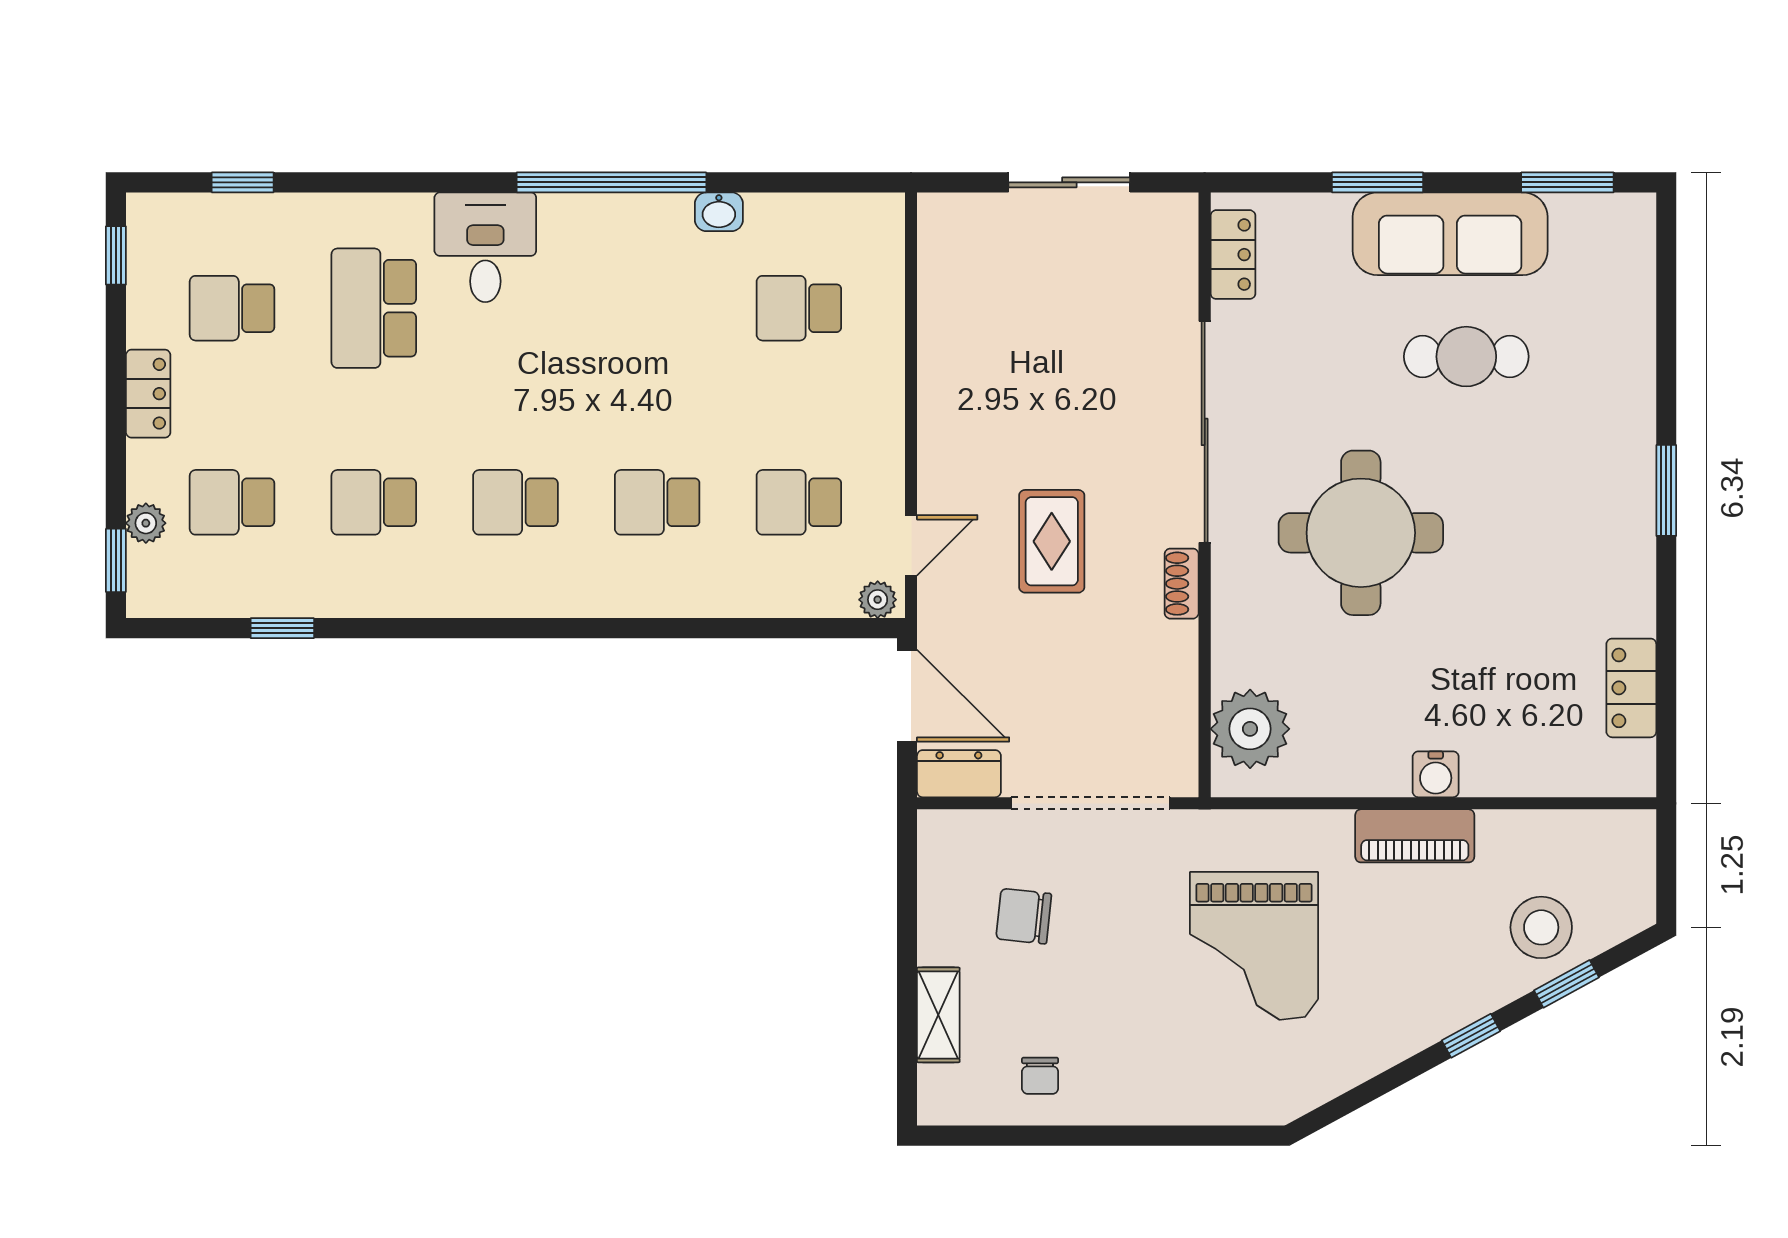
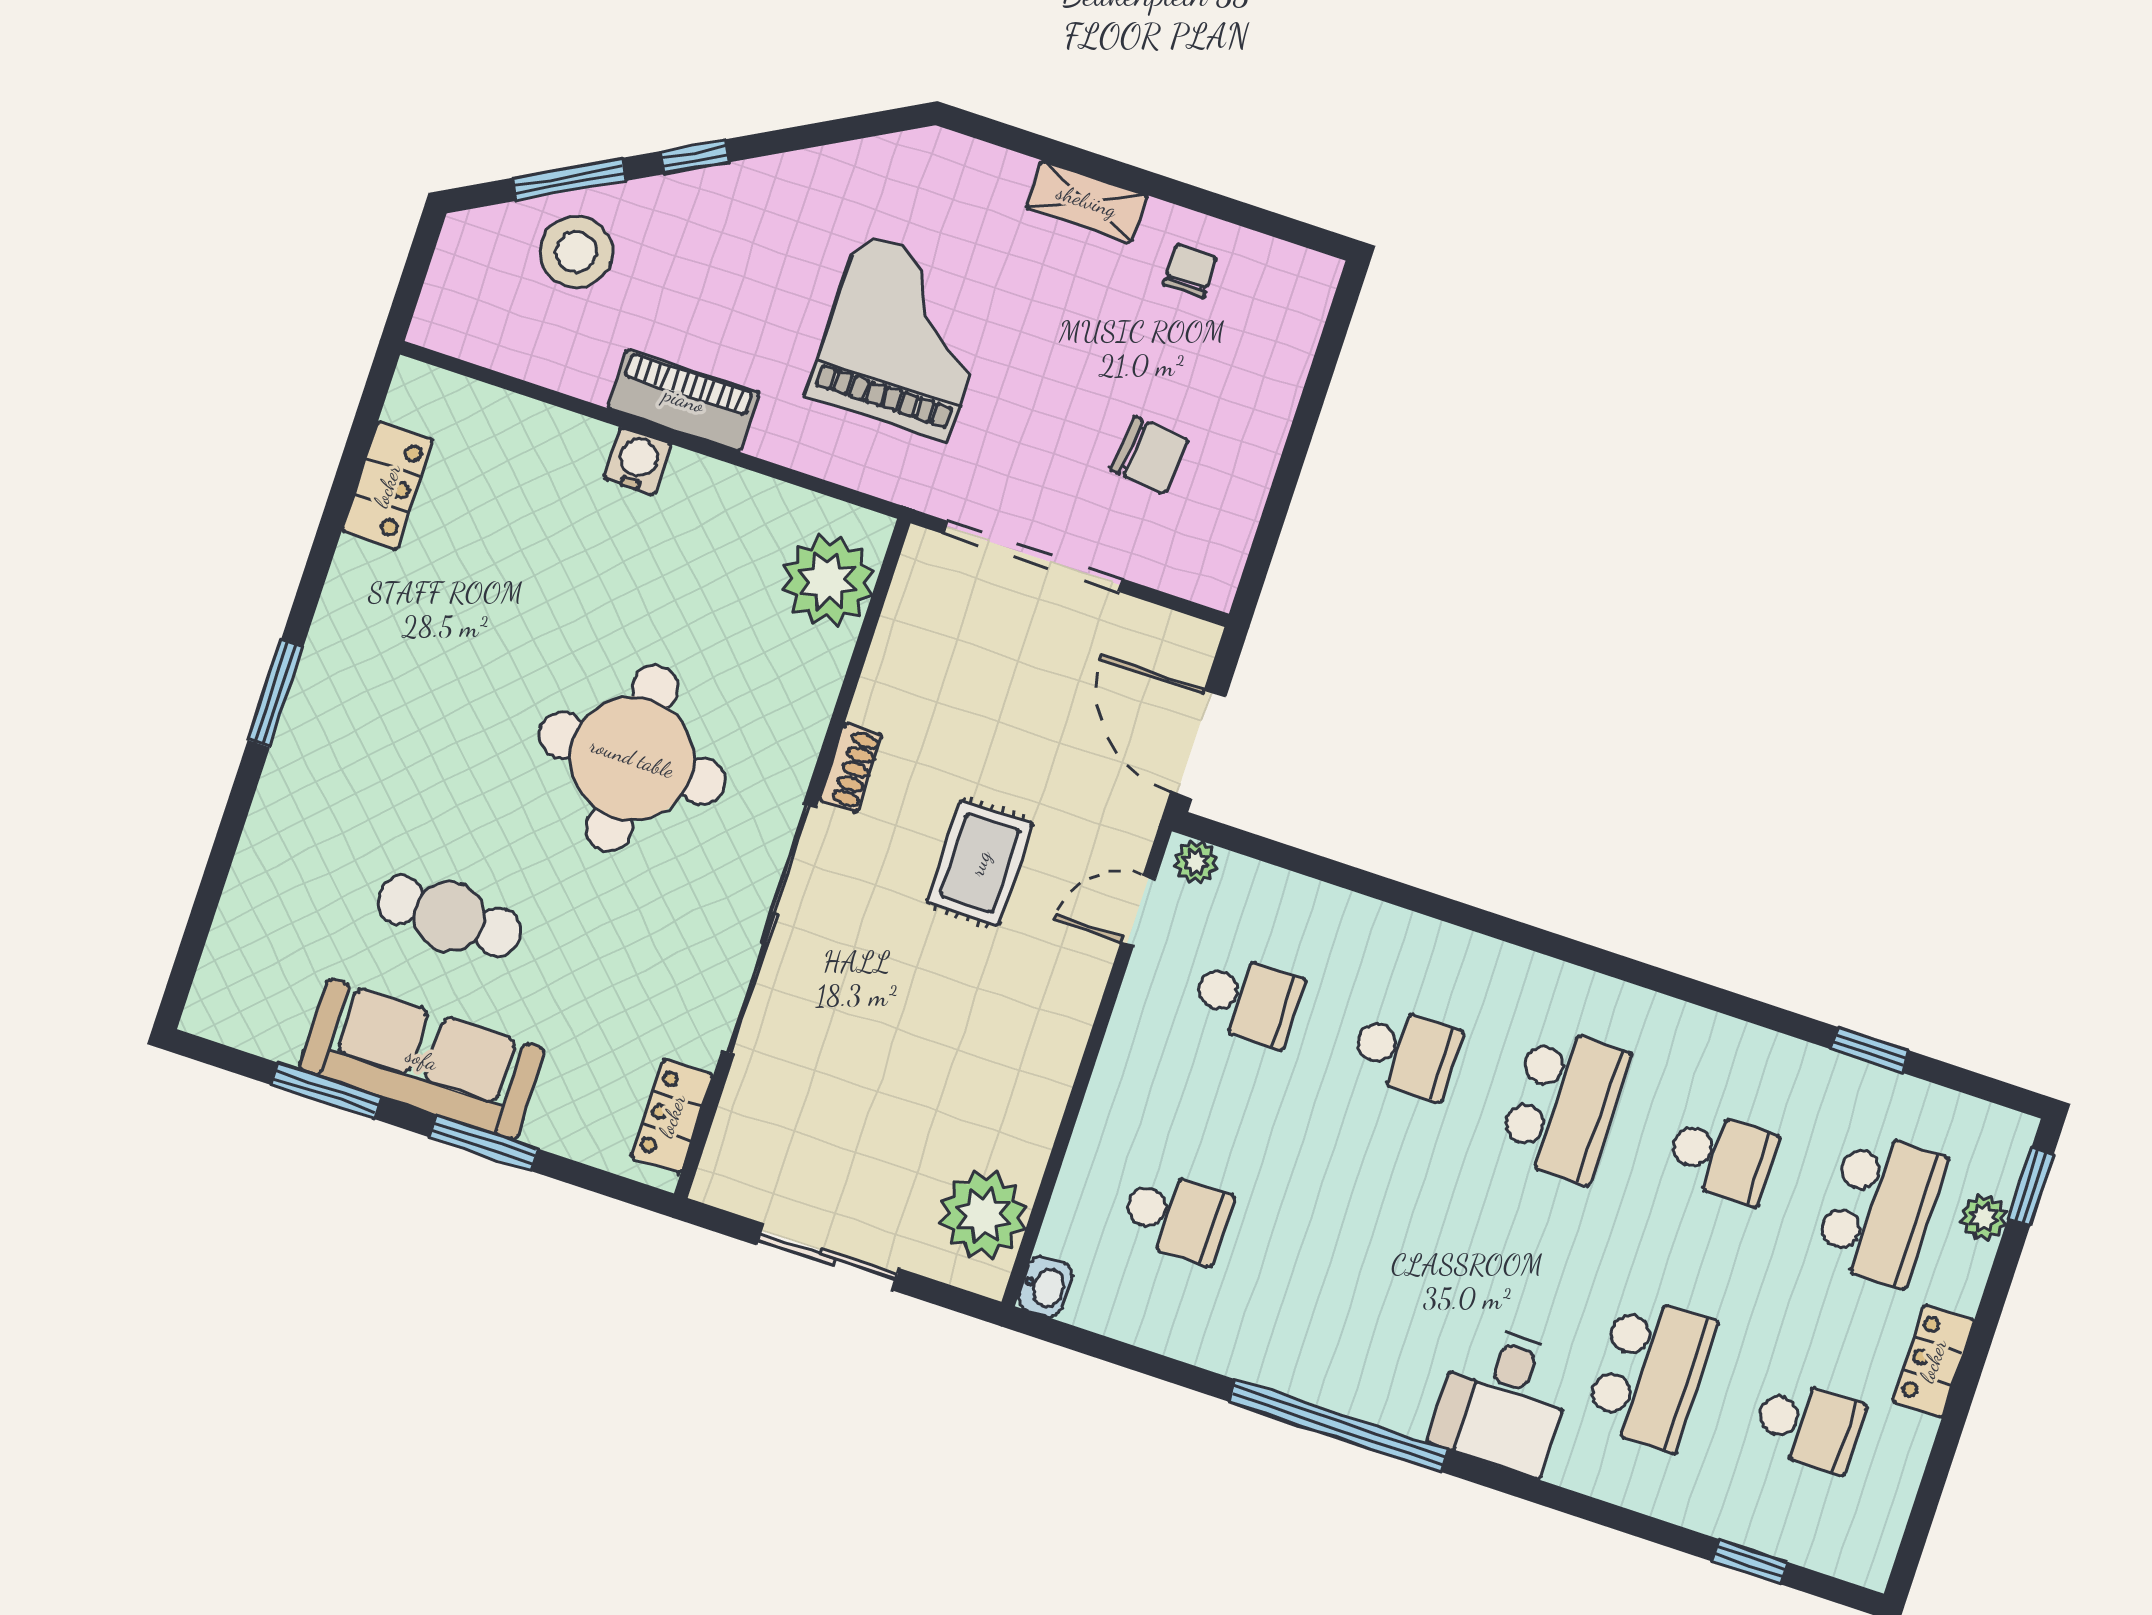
window: (1567, 182) -> (326, 1091), moved
washbasin: (719, 212) -> (1045, 1287), moved, turned 90
window: (116, 255) -> (1918, 1527), removed
plant: (955, 258) -> (984, 1215), added
school desk: (232, 502) -> (1880, 1209), width x1.85
school desk: (515, 502) -> (1564, 1104), width x1.85
dresser: (959, 774) -> (1169, 638), removed
window: (1566, 984) -> (569, 179), width x1.50
shelving: (938, 1015) -> (1087, 201), moved, turned 90

